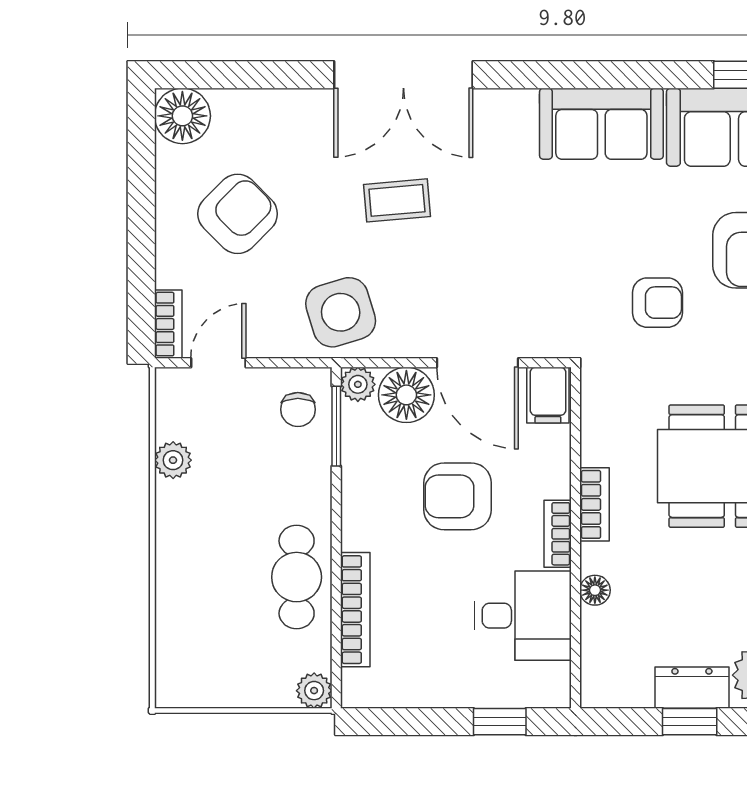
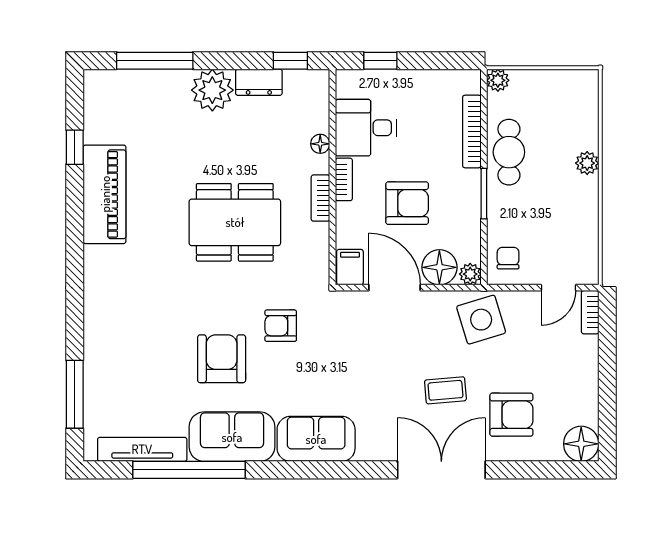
armchair: (238, 214) -> (511, 415), moved, turned -135
window: (336, 426) -> (484, 194), moved
plant: (173, 460) -> (587, 163), moved
window: (690, 722) -> (290, 61), moved

